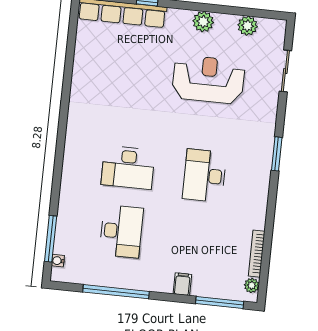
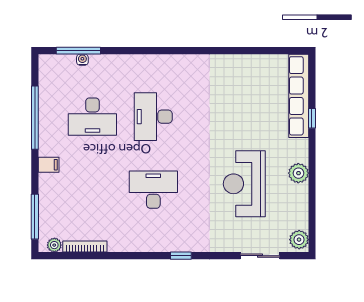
plant: (248, 26) -> (299, 240), moved
reception desk: (208, 80) -> (244, 184), turned 180
window: (277, 154) -> (181, 256), width x0.67
water cooler: (58, 261) -> (82, 60), moved
filing cabinet: (182, 284) -> (49, 165), moved

